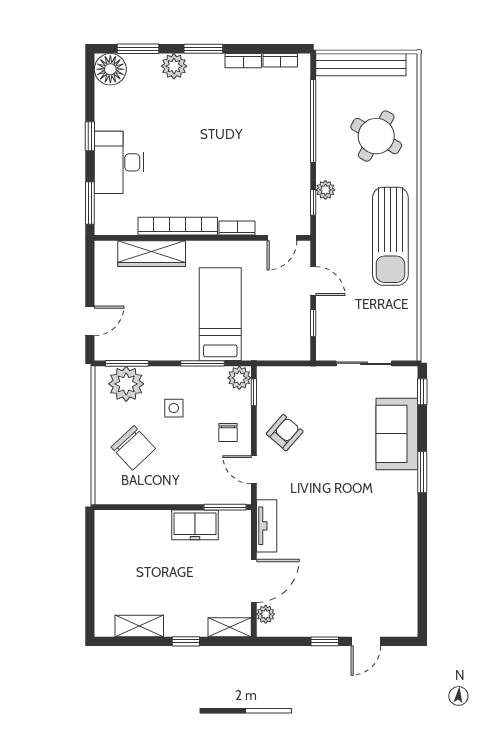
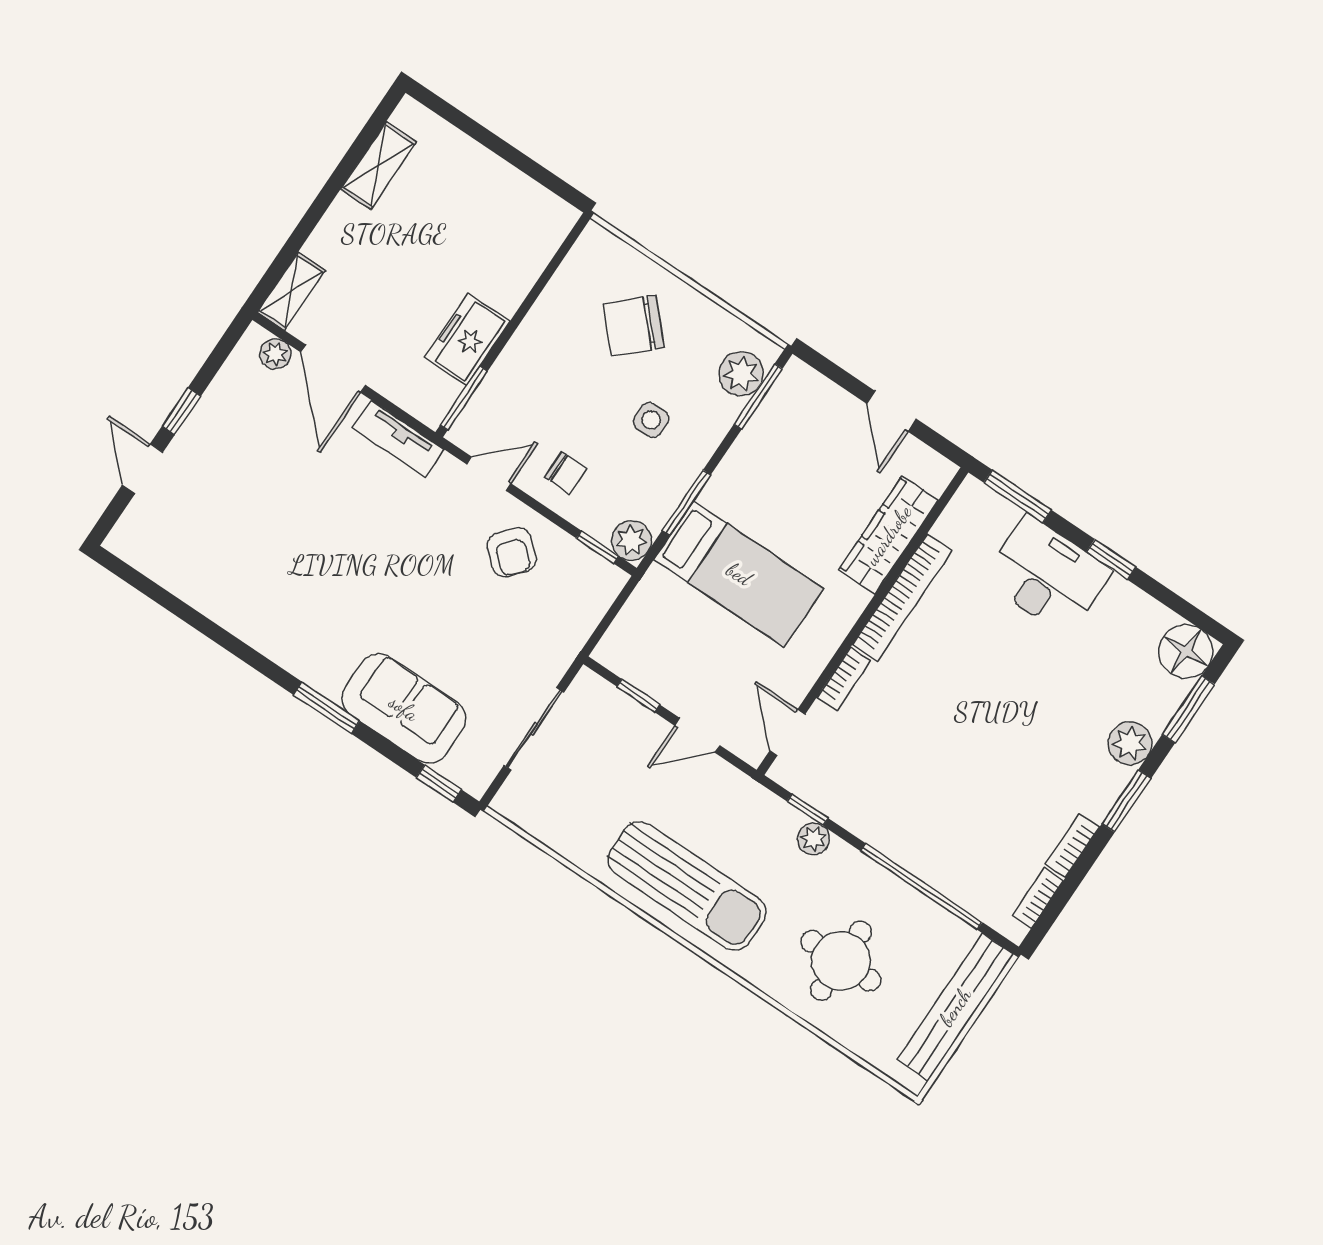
round table: (376, 136) -> (841, 961), turned -30
sun lounger: (390, 236) -> (687, 886), turned 180
door: (90, 321) -> (891, 411), moved
plant: (126, 384) -> (741, 374), width x0.73, depth x0.73
chair: (228, 432) -> (566, 473), turned 180
window: (186, 641) -> (313, 216), removed

